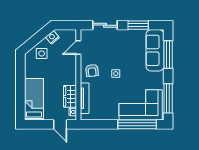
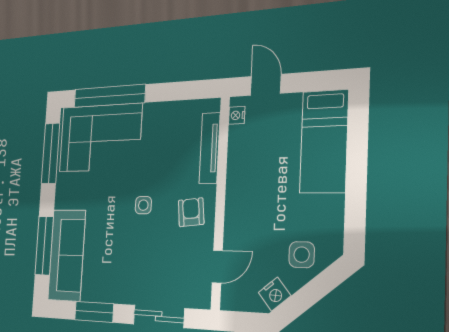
wardrobe: (70, 96) -> (241, 151), removed

